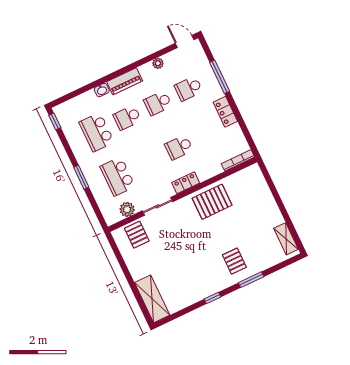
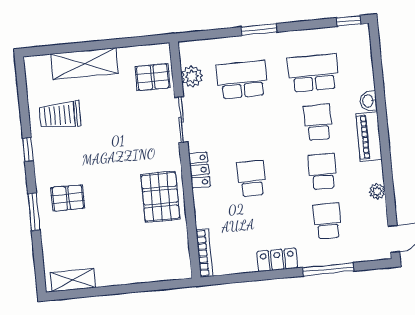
trolley: (183, 285) -> (60, 115), added
shelving: (152, 299) -> (84, 64), moved

